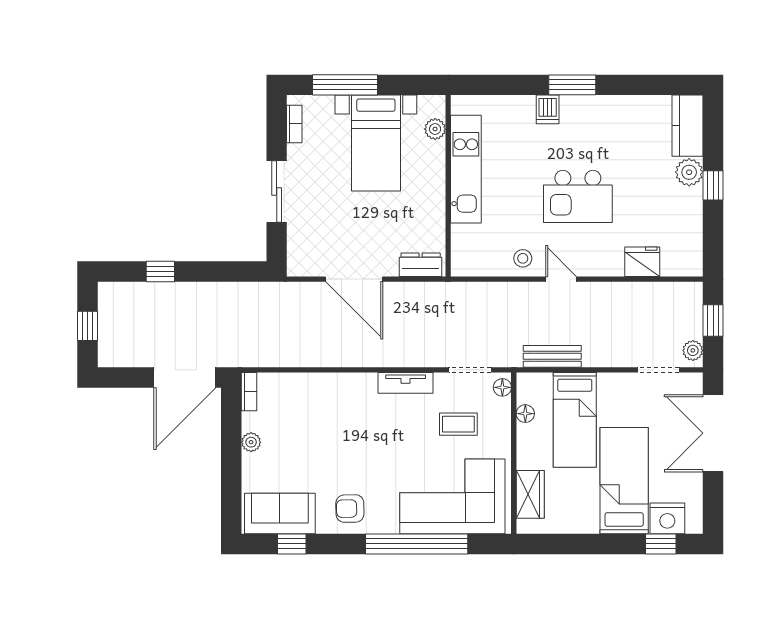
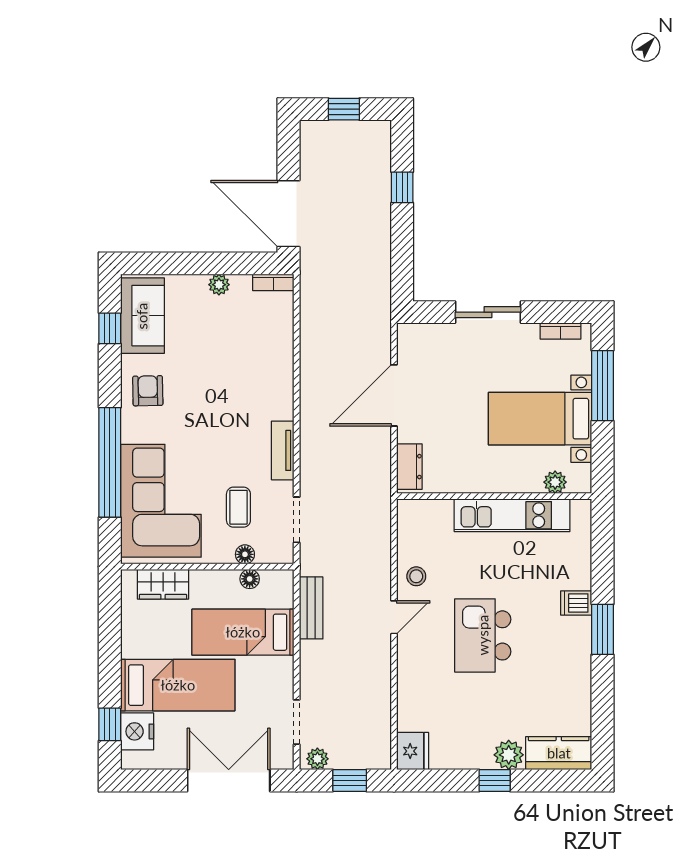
fridge: (642, 262) -> (413, 751), moved
floor lamp: (502, 387) -> (245, 554), moved

